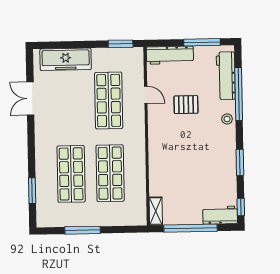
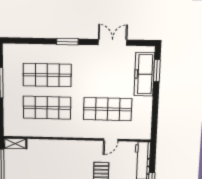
window: (121, 44) -> (157, 71), moved
window: (32, 191) -> (67, 42), moved

